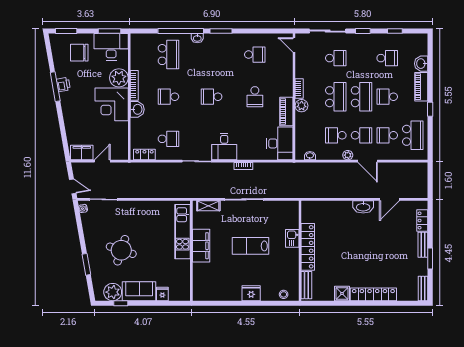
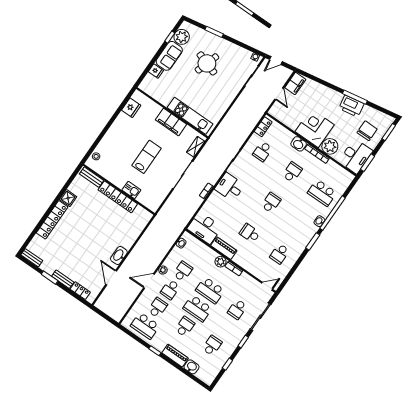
school desk: (387, 58) -> (212, 345), turned 180
printer: (63, 84) -> (351, 106), width x1.87, depth x1.48
fridge: (251, 293) -> (131, 108), moved

